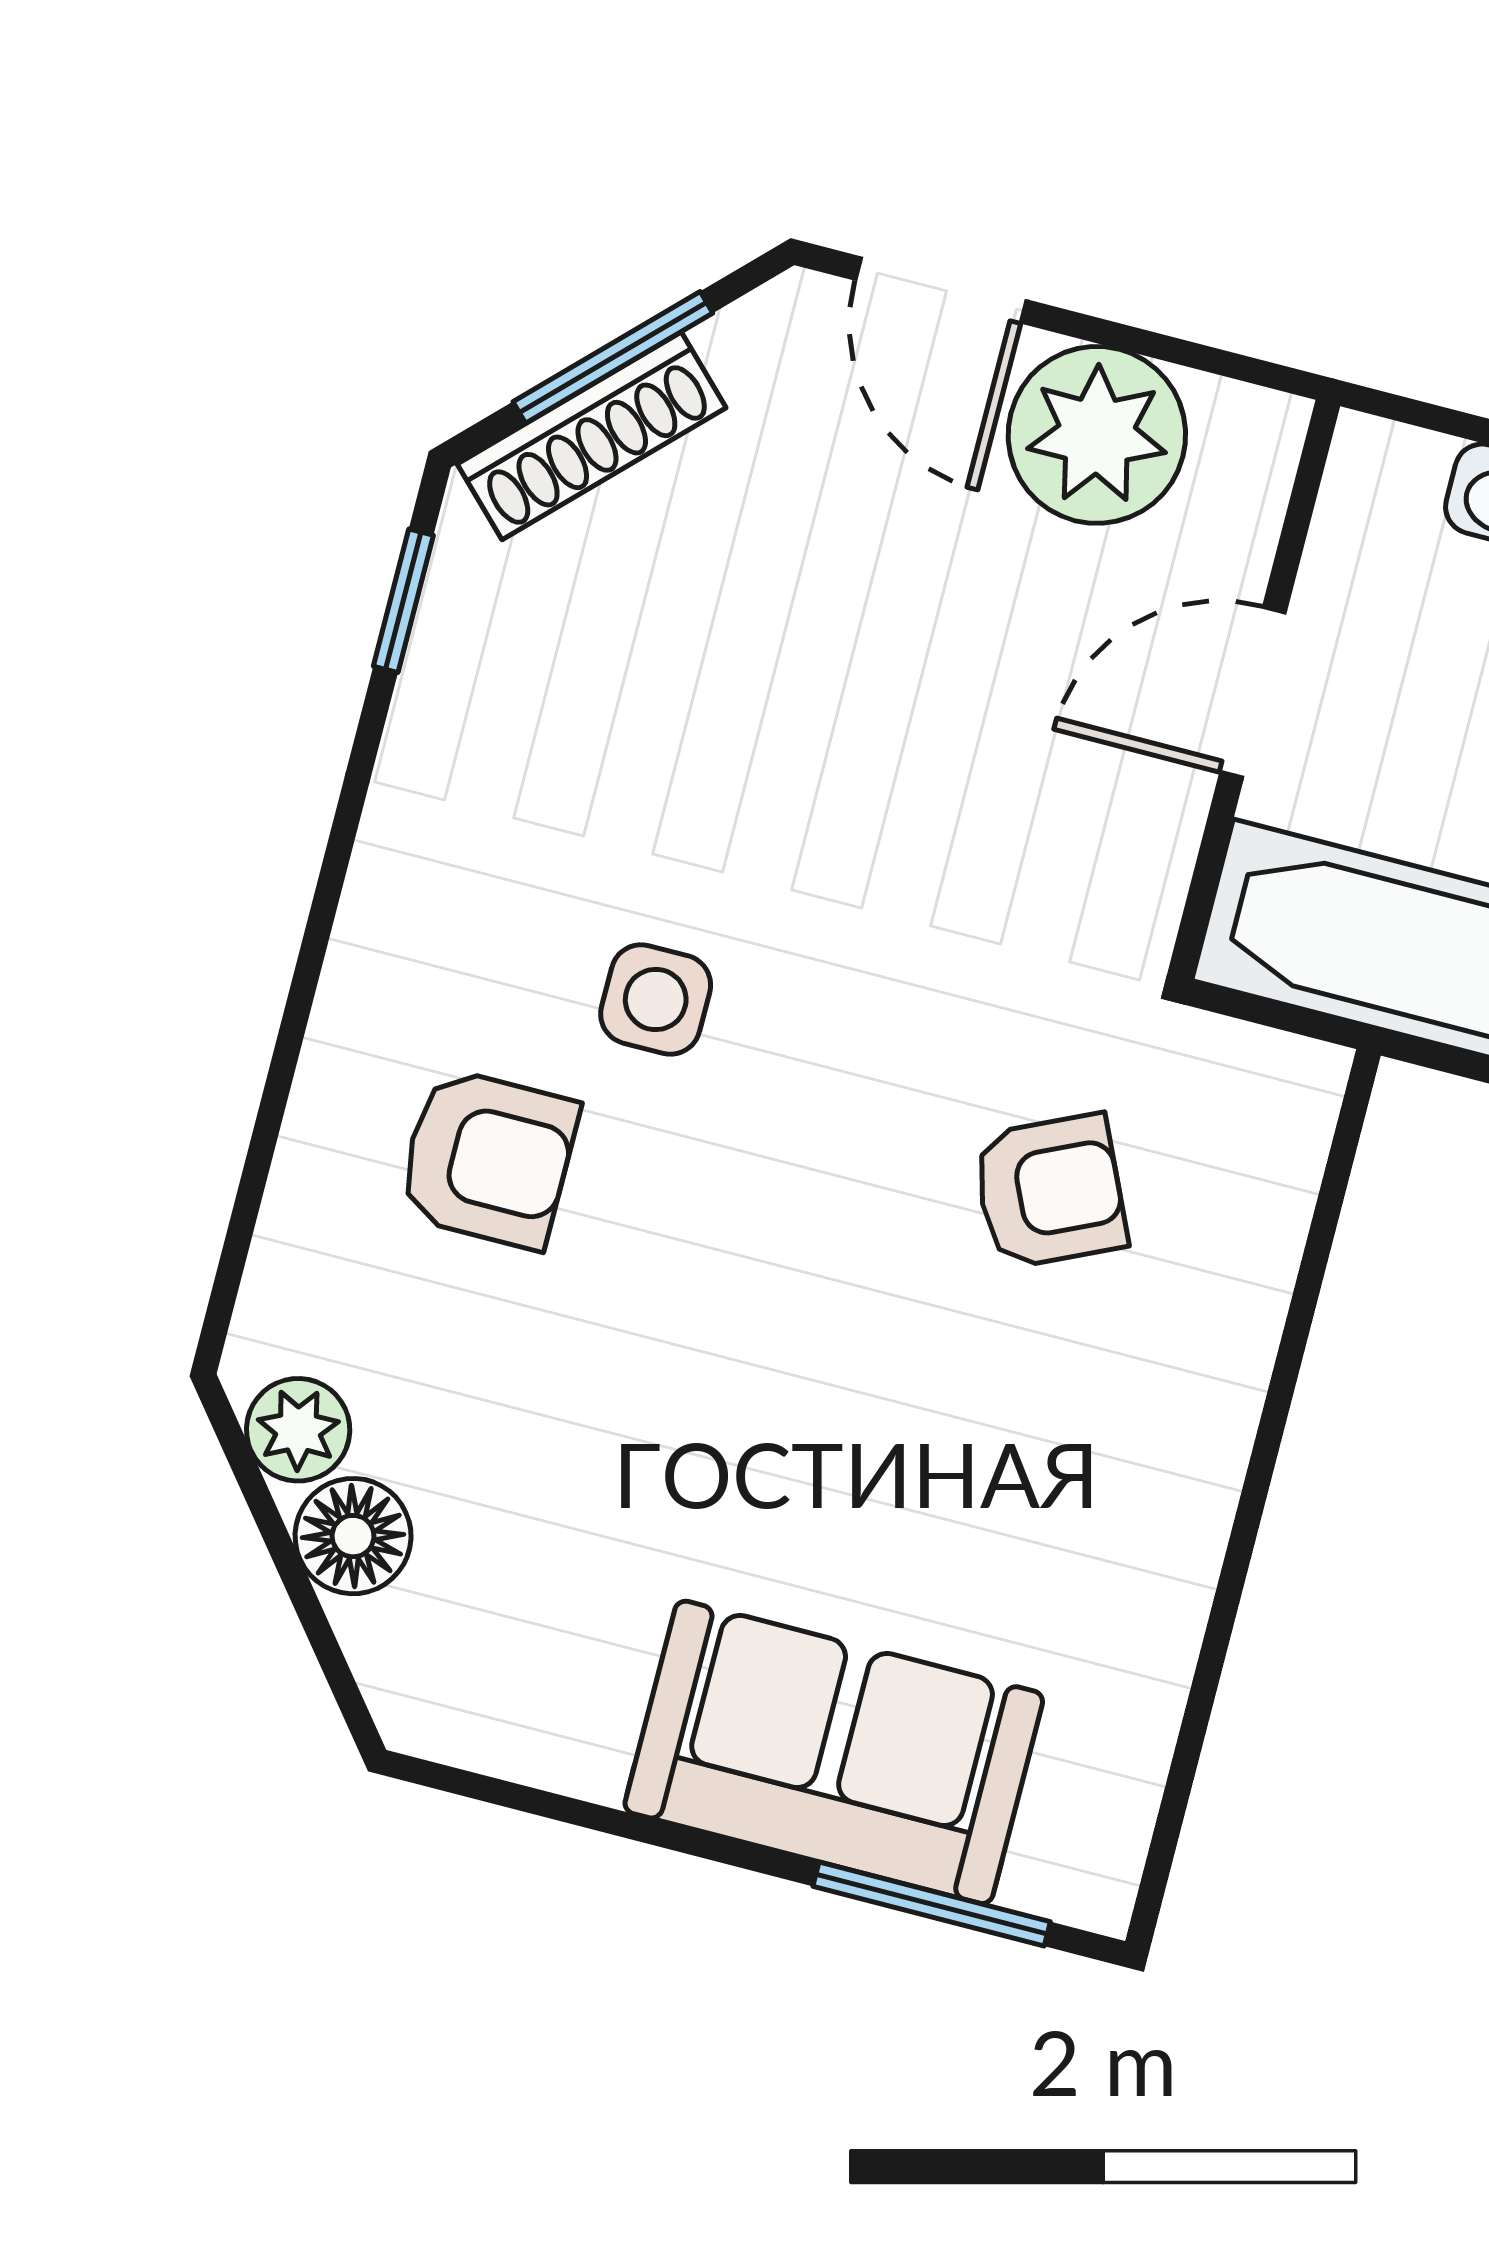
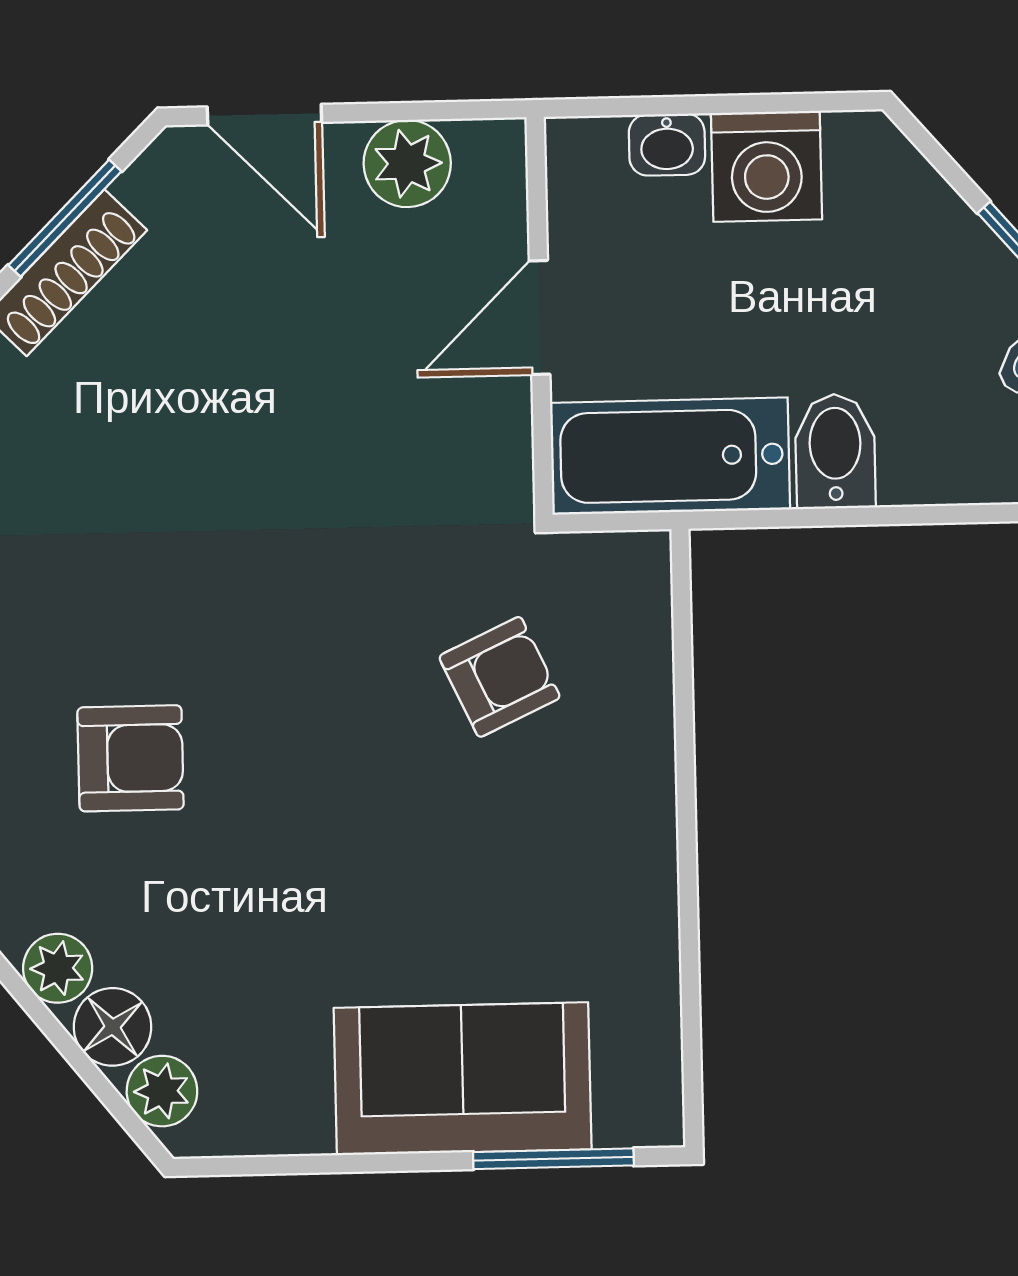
plant: (1097, 435) -> (407, 164), width x0.73, depth x0.73
side table: (656, 999) -> (210, 625), removed
plant: (398, 1648) -> (162, 1091), added

